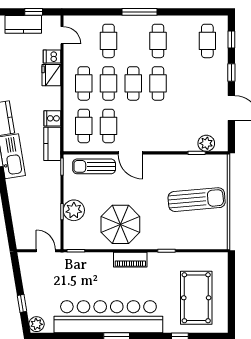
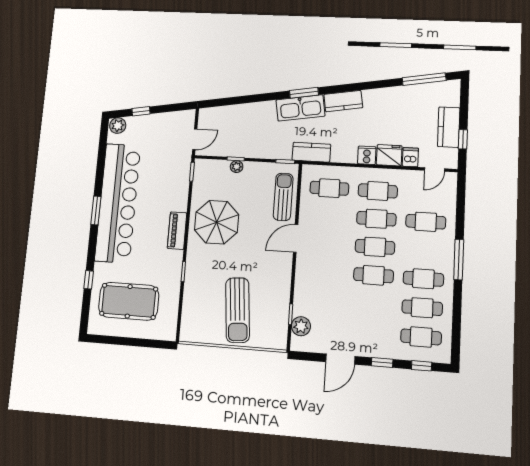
cooker: (52, 118) -> (367, 155), moved
cafe table: (109, 126) -> (422, 308), moved
plant: (74, 210) -> (237, 167), width x0.53, depth x0.53

